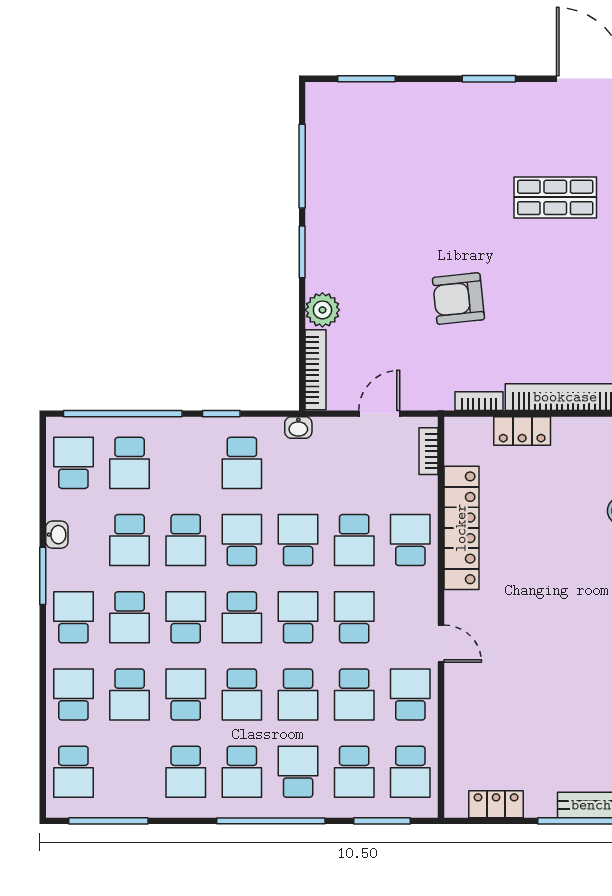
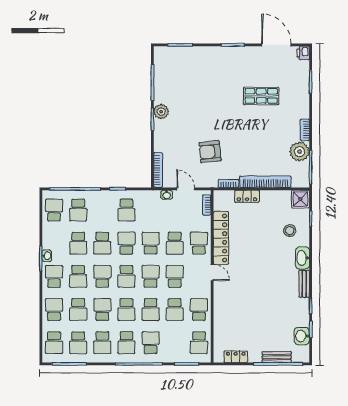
armchair: (458, 299) -> (210, 152), moved
plant: (322, 310) -> (161, 112), moved
door: (379, 414) -> (185, 189), hinge flipped
washbasin: (298, 428) -> (167, 195), moved
washbasin: (57, 535) -> (47, 256), moved
door: (441, 644) -> (212, 272), moved
school desk: (354, 772) -> (78, 343), moved

